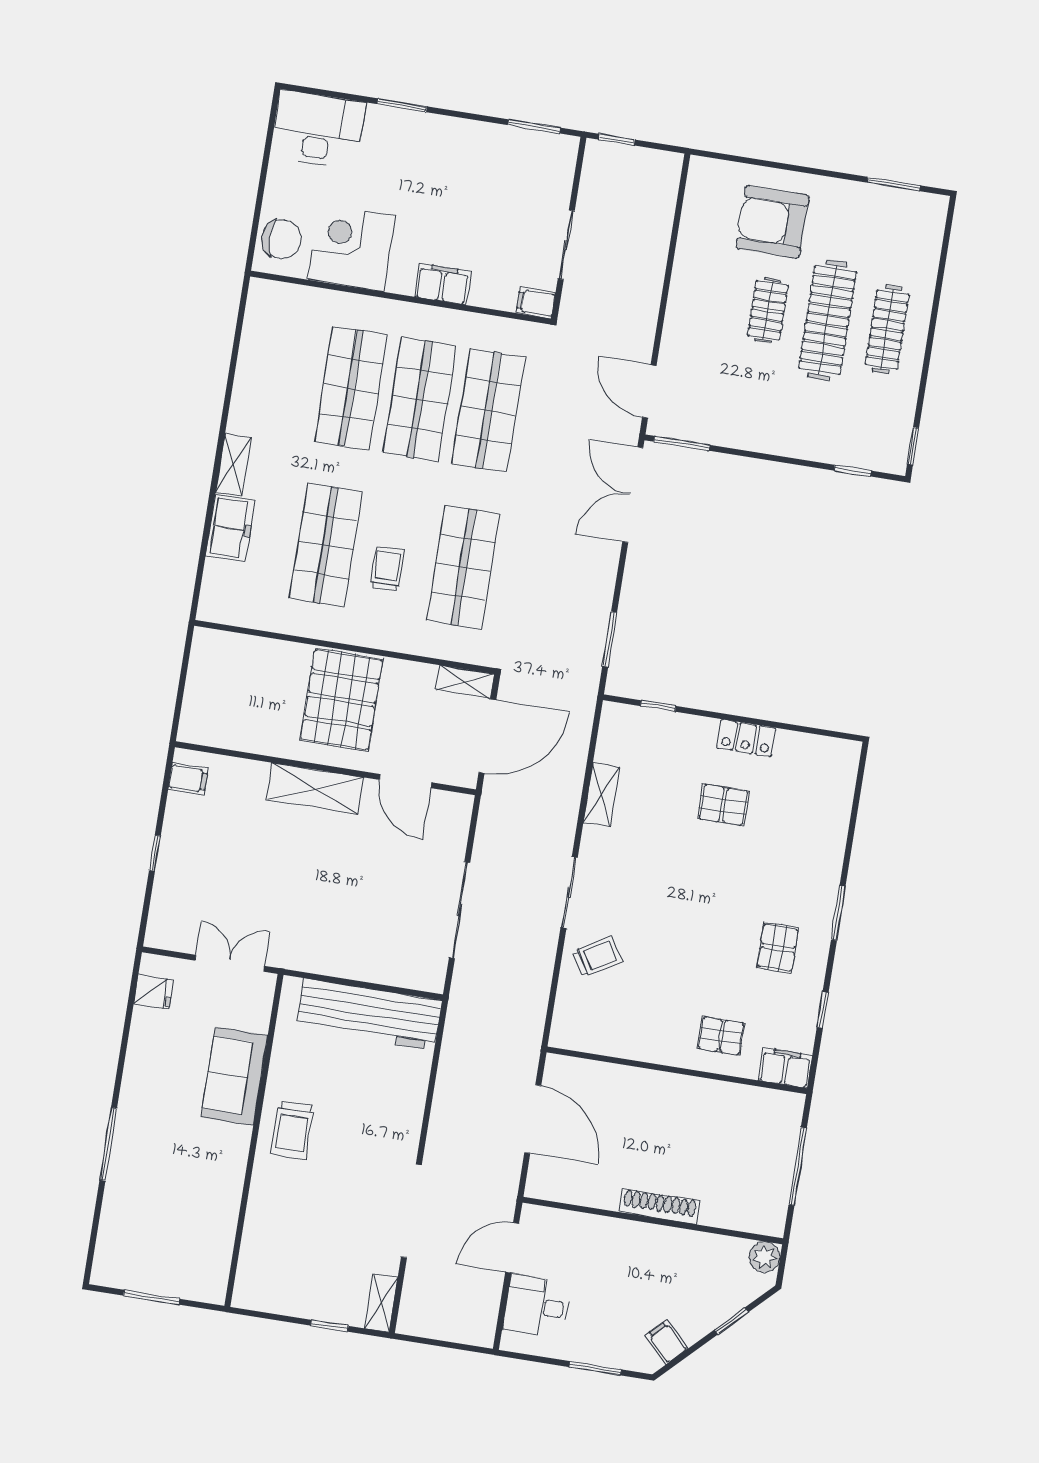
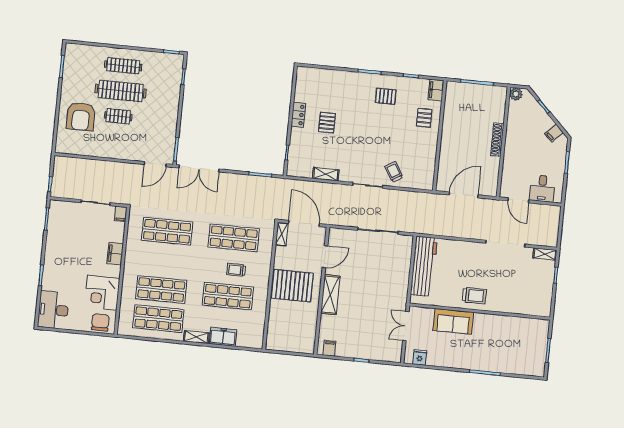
shop shelf: (420, 399) -> (158, 319), moved

